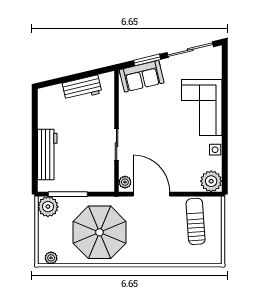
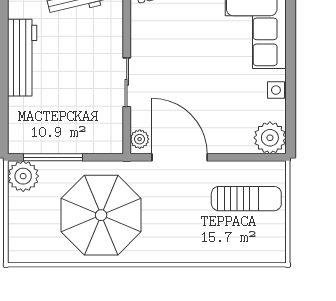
workbench: (47, 155) -> (22, 58), moved
sun lounger: (196, 221) -> (246, 199), turned 94
plant: (51, 258) -> (28, 254), removed

